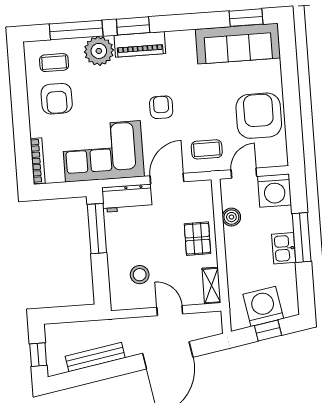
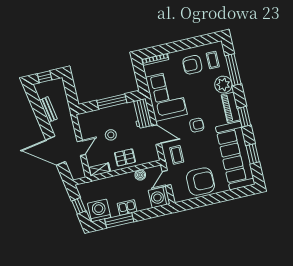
window: (246, 18) -> (253, 154), moved
window: (133, 26) -> (244, 117), moved
sofa: (238, 44) -> (235, 156), width x1.36, depth x1.27
door: (244, 173) -> (166, 178), swing flipped
window: (97, 229) -> (112, 101), moved
window: (302, 237) -> (119, 220), moved
stool: (140, 275) -> (111, 135), moved
washing machine: (263, 306) -> (99, 210), moved, turned -80
bench: (95, 357) -> (48, 110), width x0.73

